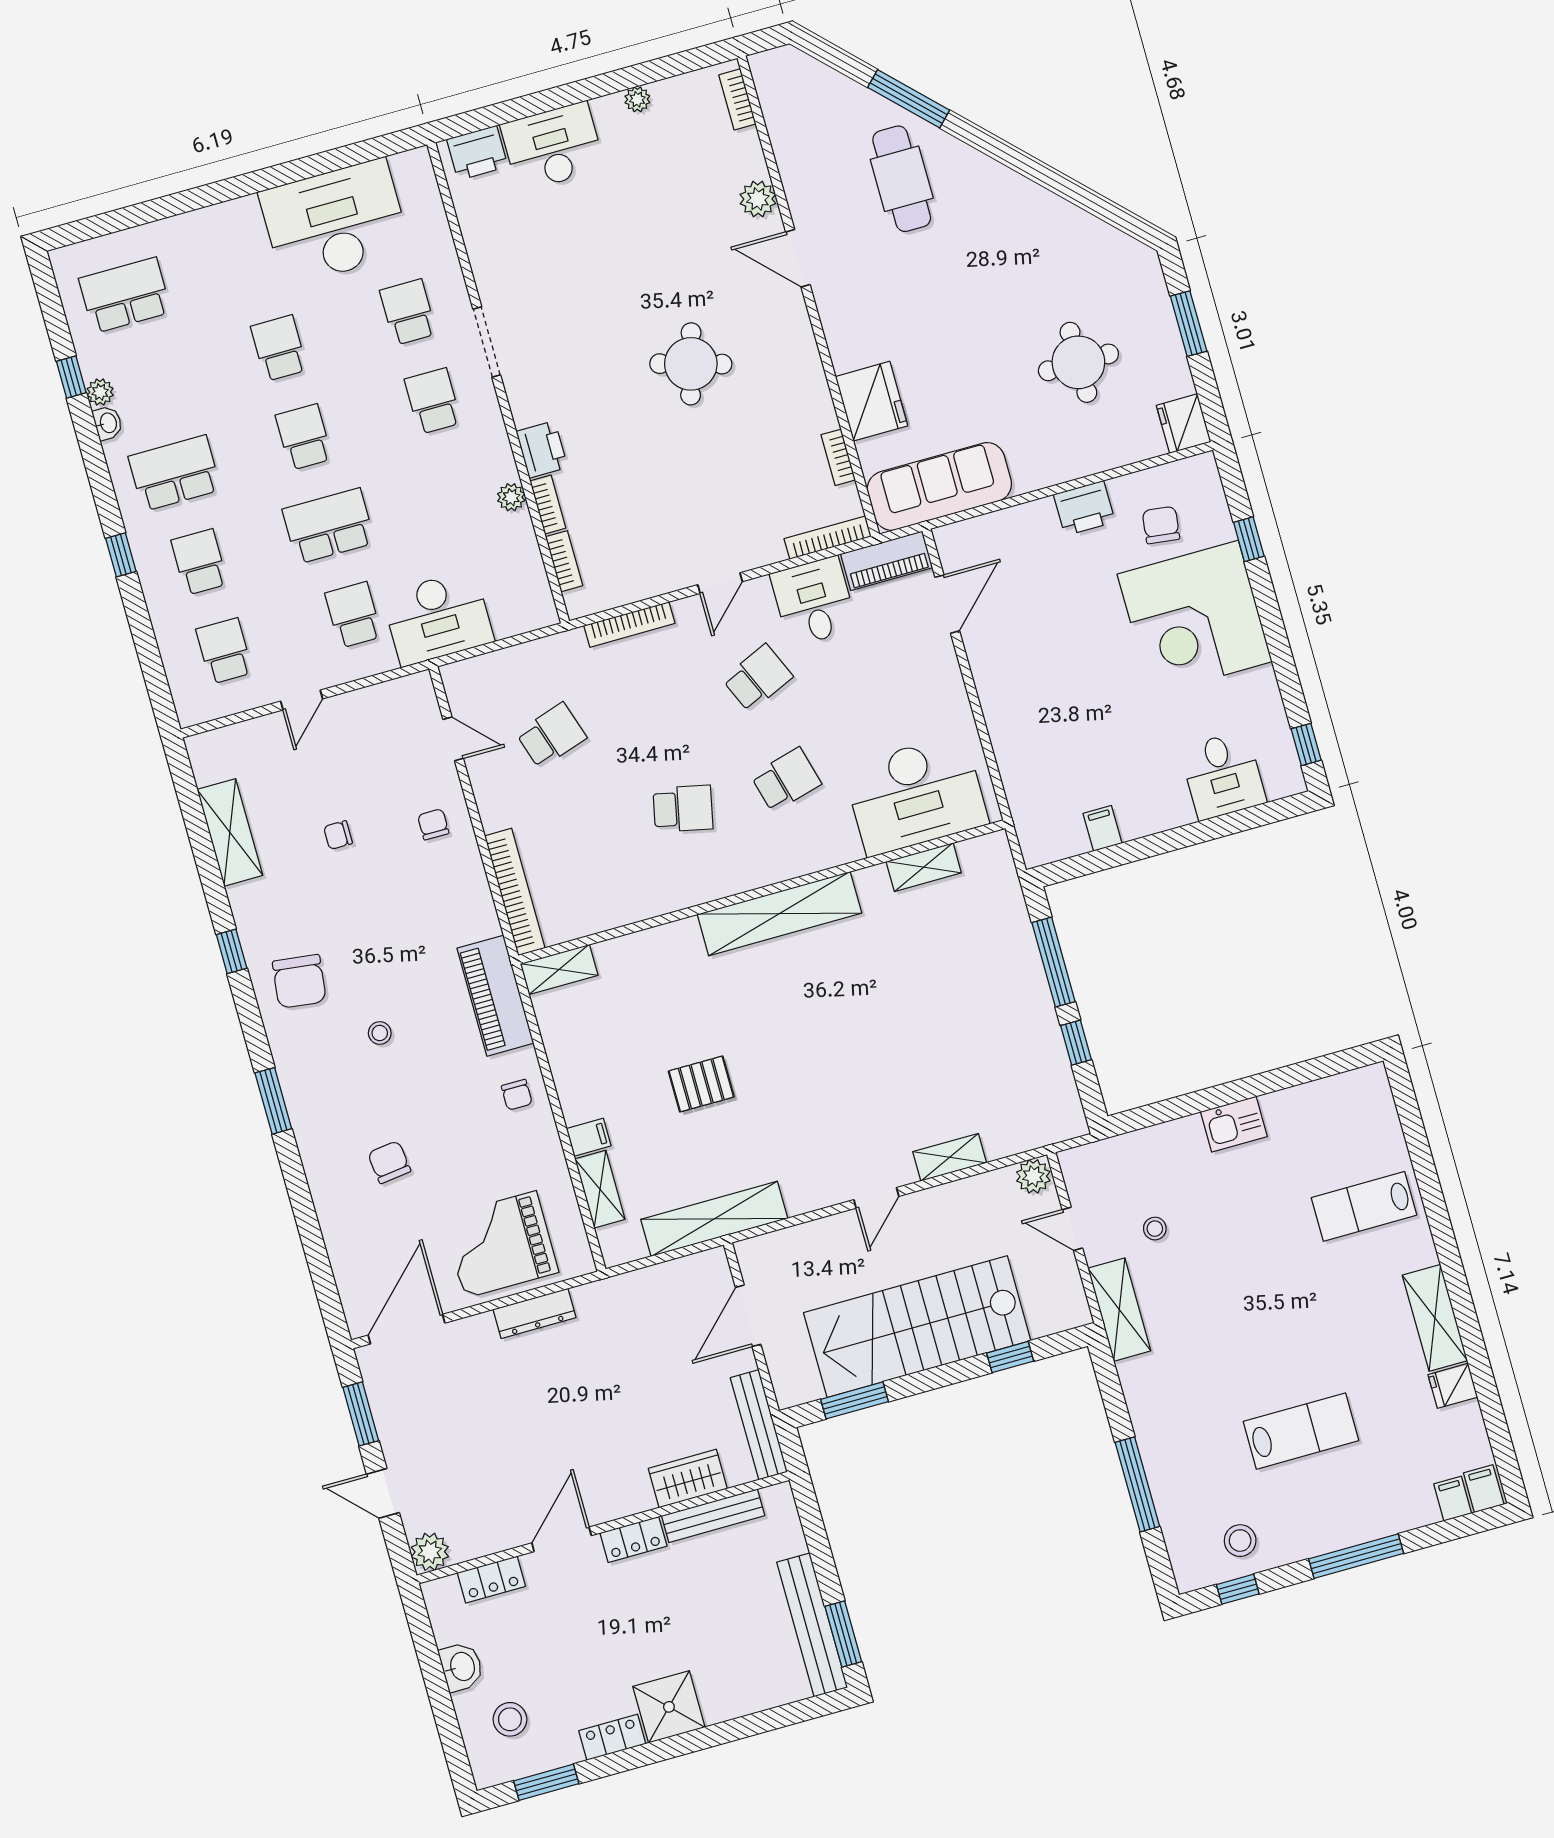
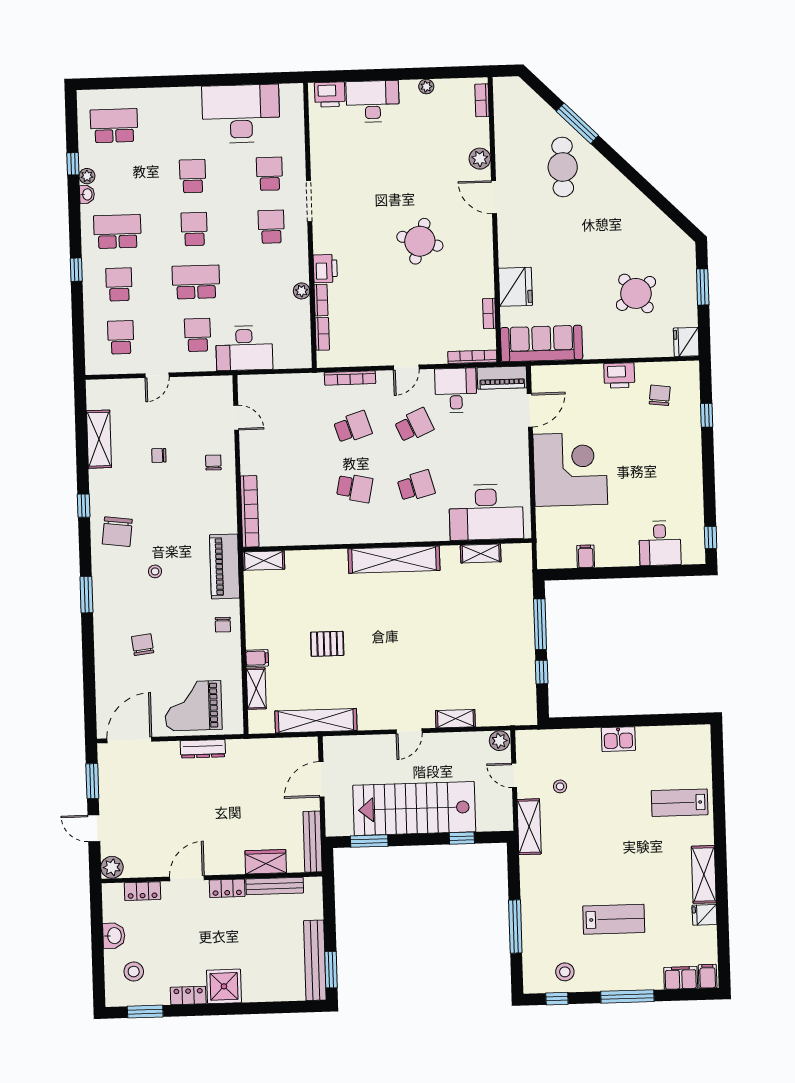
round table: (1078, 362) -> (636, 293), turned -38
corner desk: (1195, 618) -> (570, 469), moved, turned 180
school desk: (551, 736) -> (353, 427), moved
filing cabinet: (1453, 1499) -> (681, 978), width x2.00

